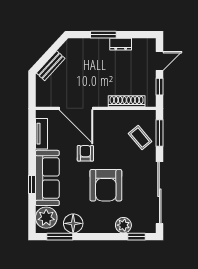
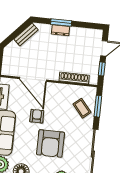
dresser: (121, 44) -> (61, 30), moved
bench: (51, 66) -> (26, 34), moved

